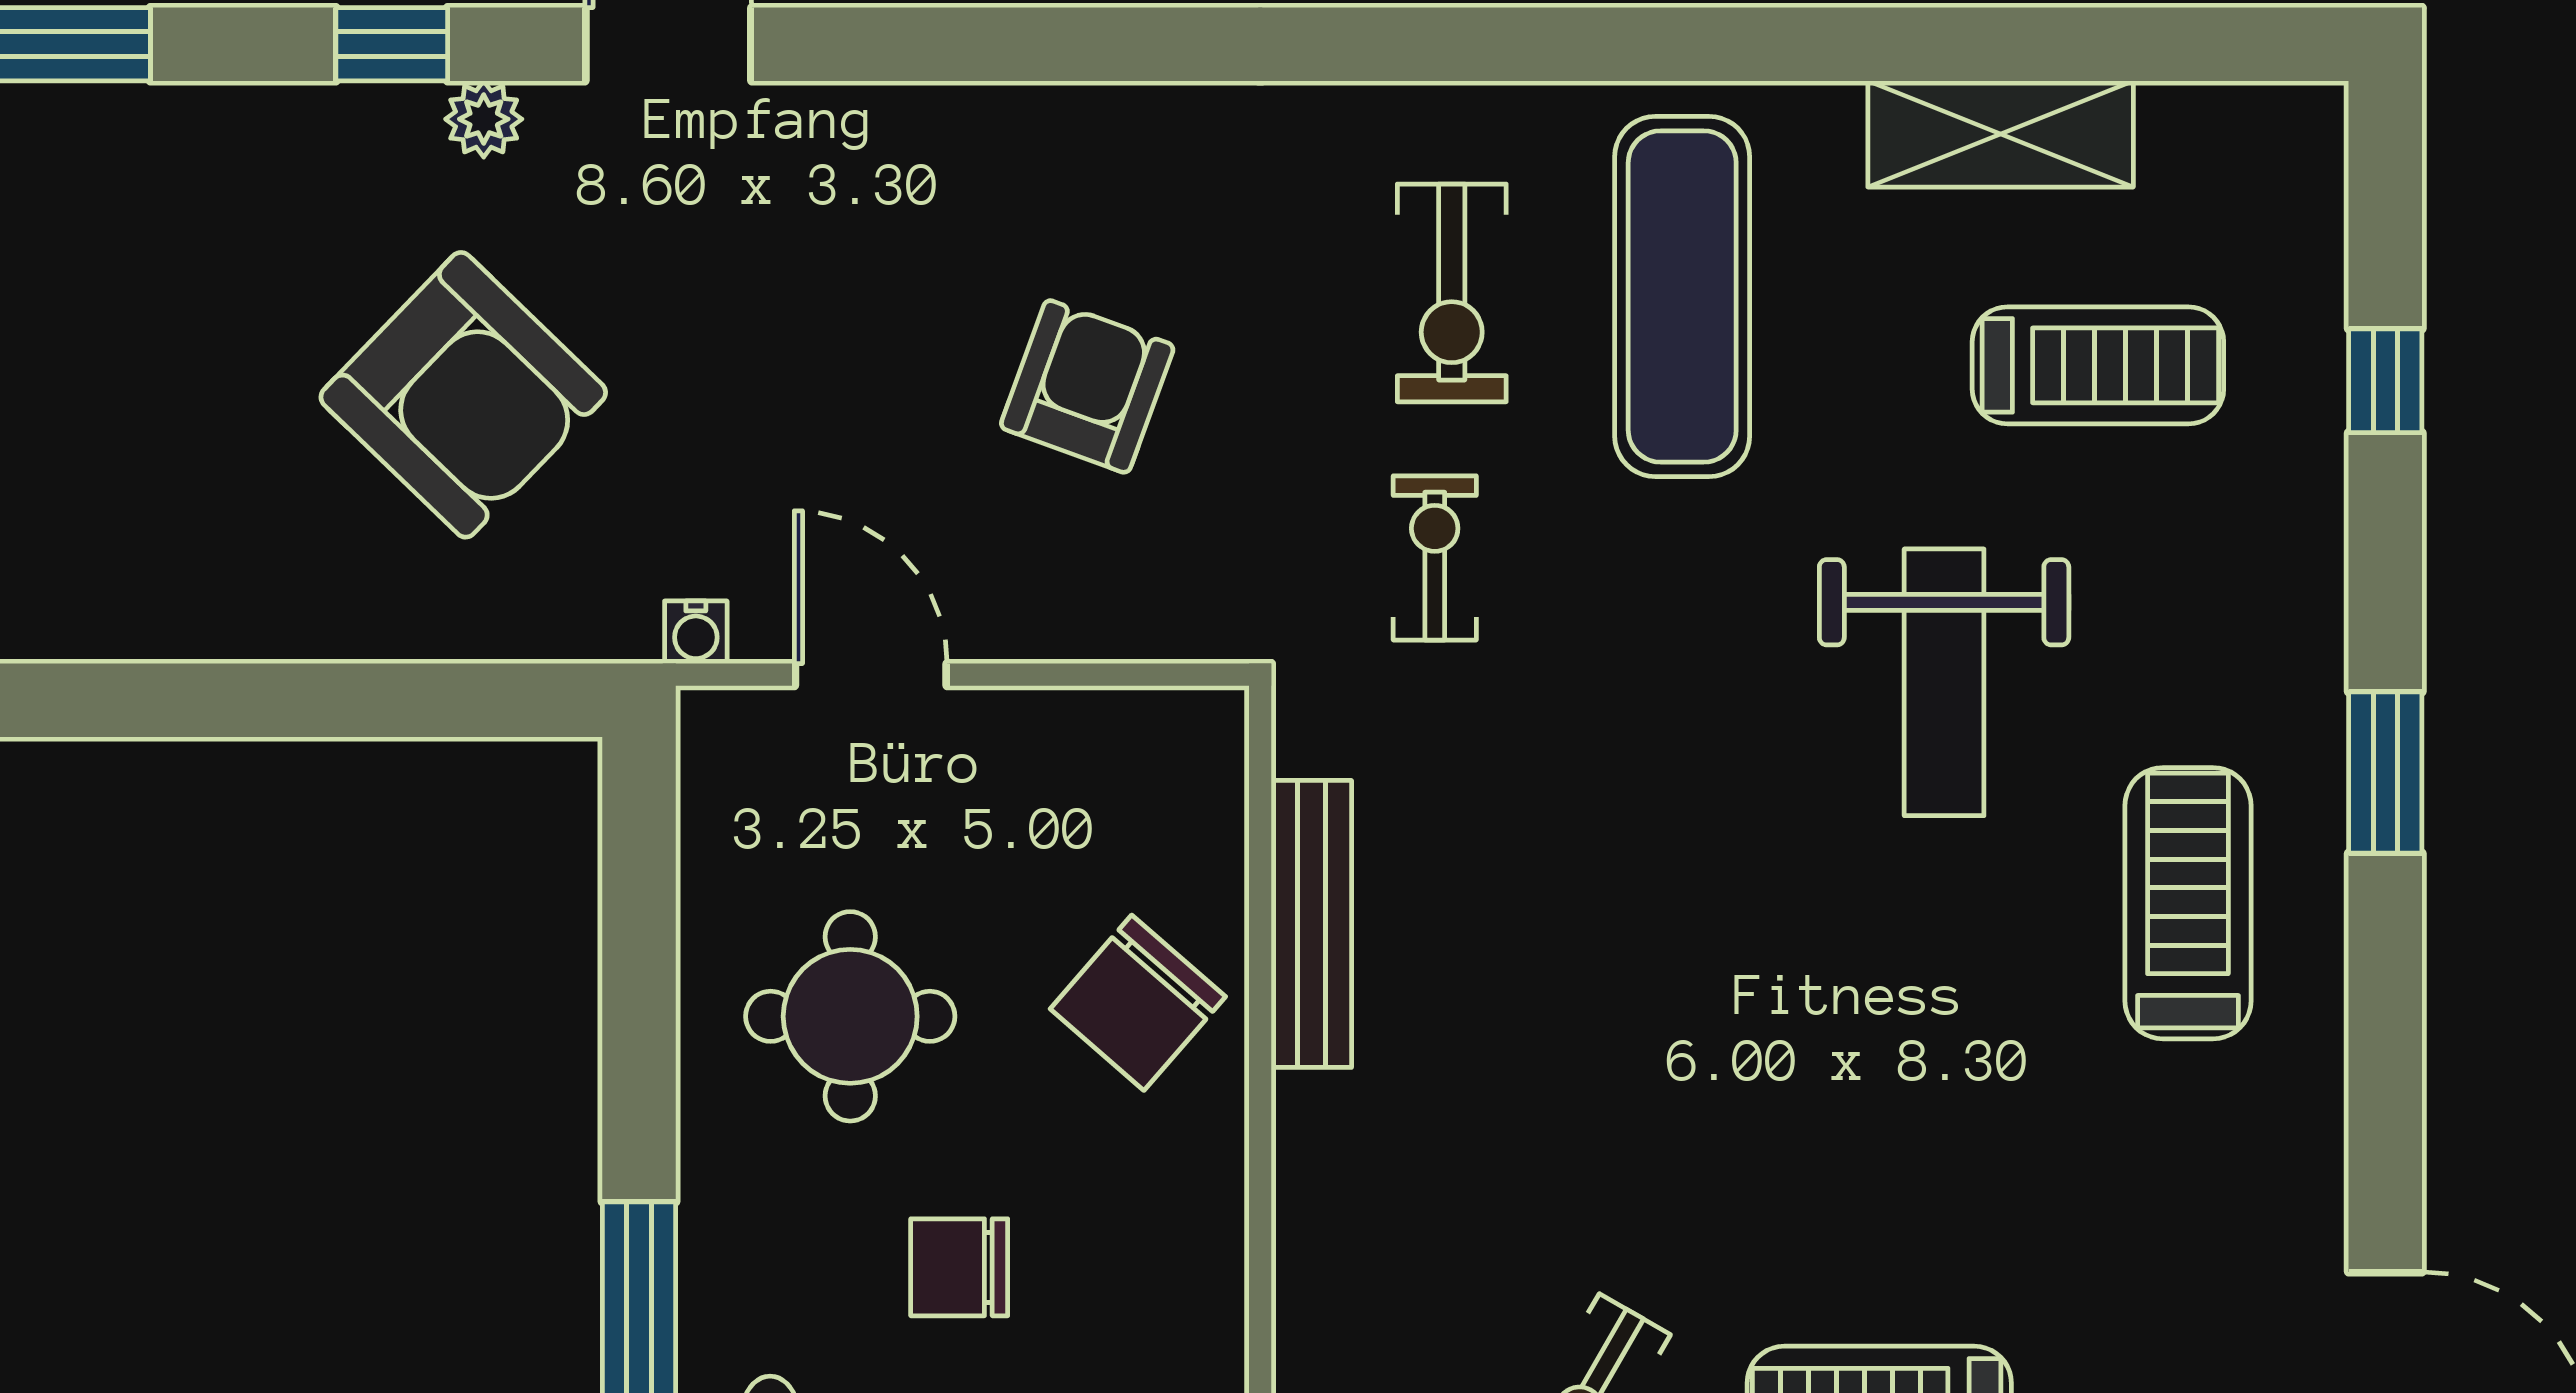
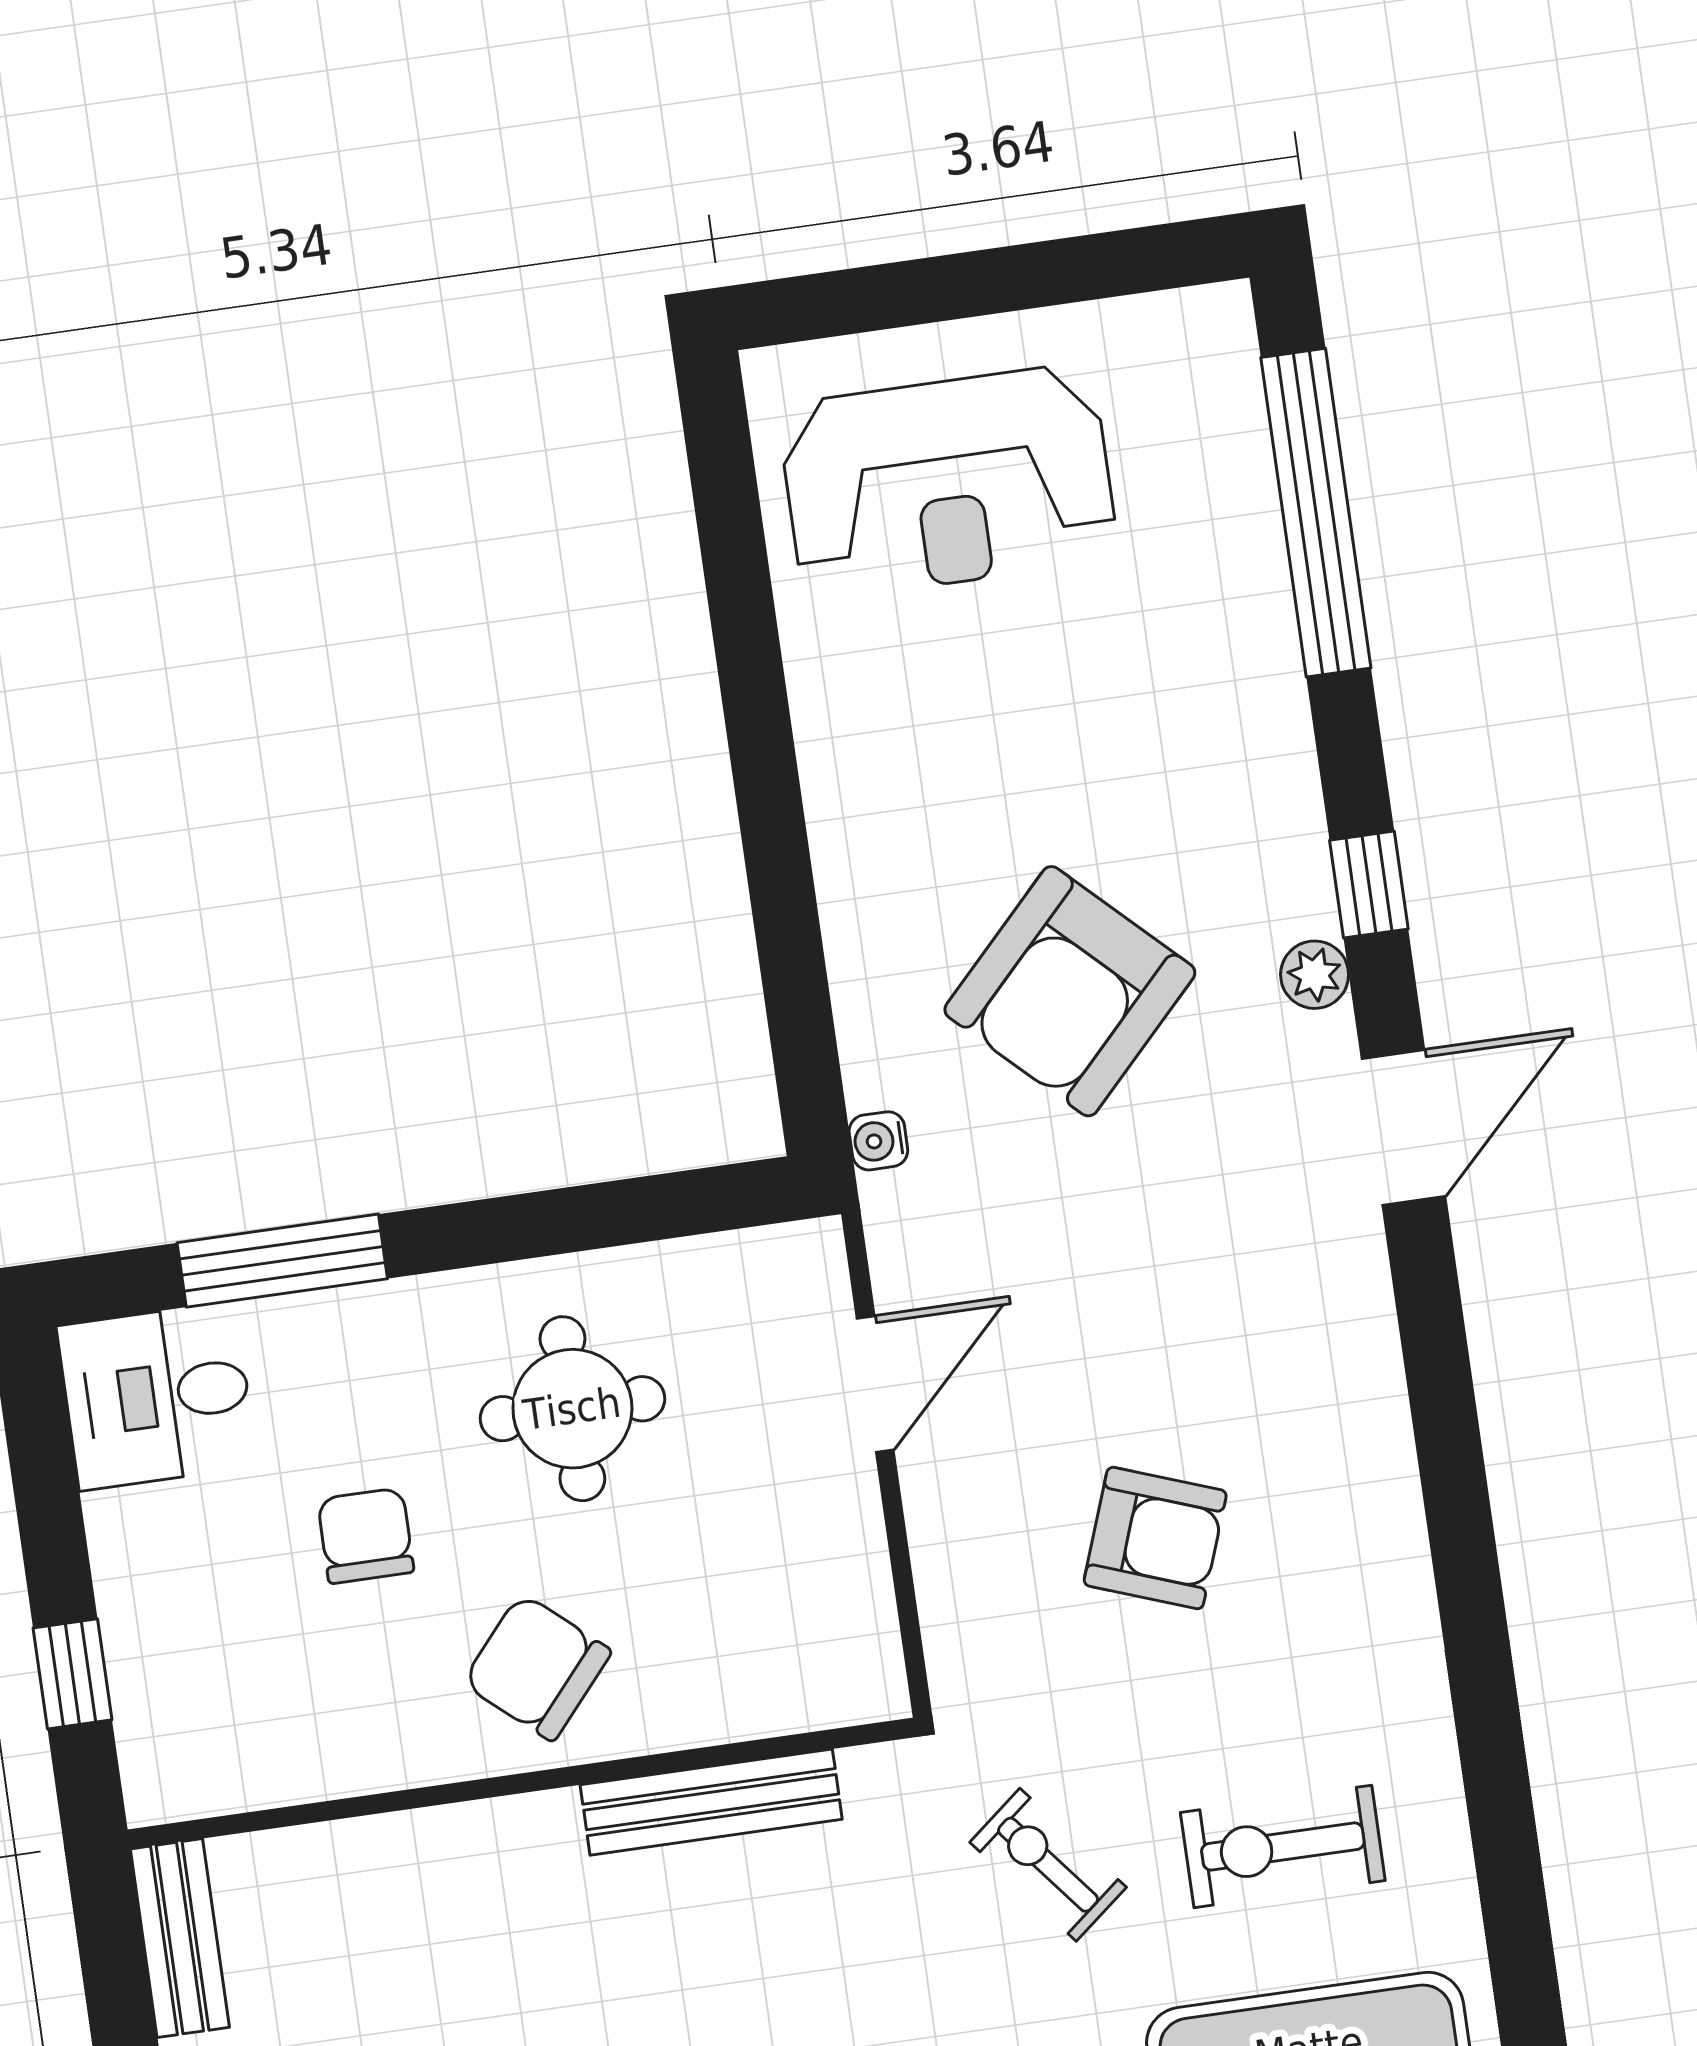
exercise bike: (1435, 558) -> (1048, 1865), turned -129
water cooler: (696, 632) -> (878, 1141), moved
chair: (1138, 1003) -> (537, 1667), moved

